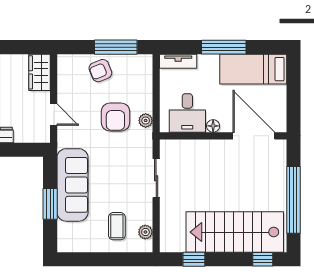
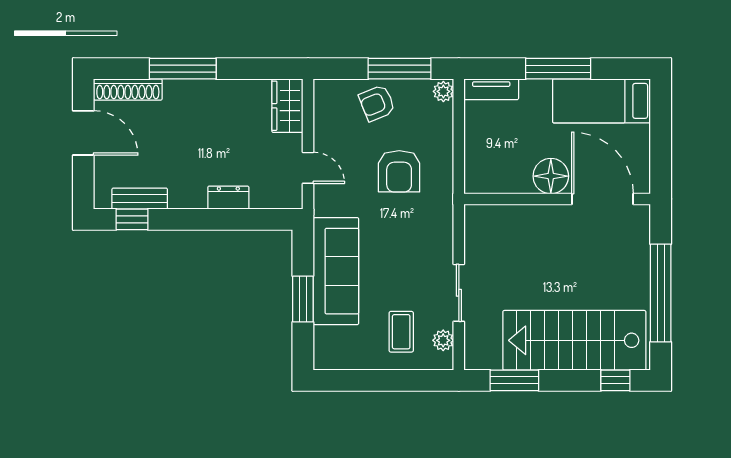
desk: (187, 113) -> (505, 165), removed
plant: (146, 120) -> (443, 91), moved
floor lamp: (213, 126) -> (551, 176), width x1.89, depth x1.89
sliding door: (156, 178) -> (459, 293), moved
window: (194, 259) -> (514, 380), width x1.50

